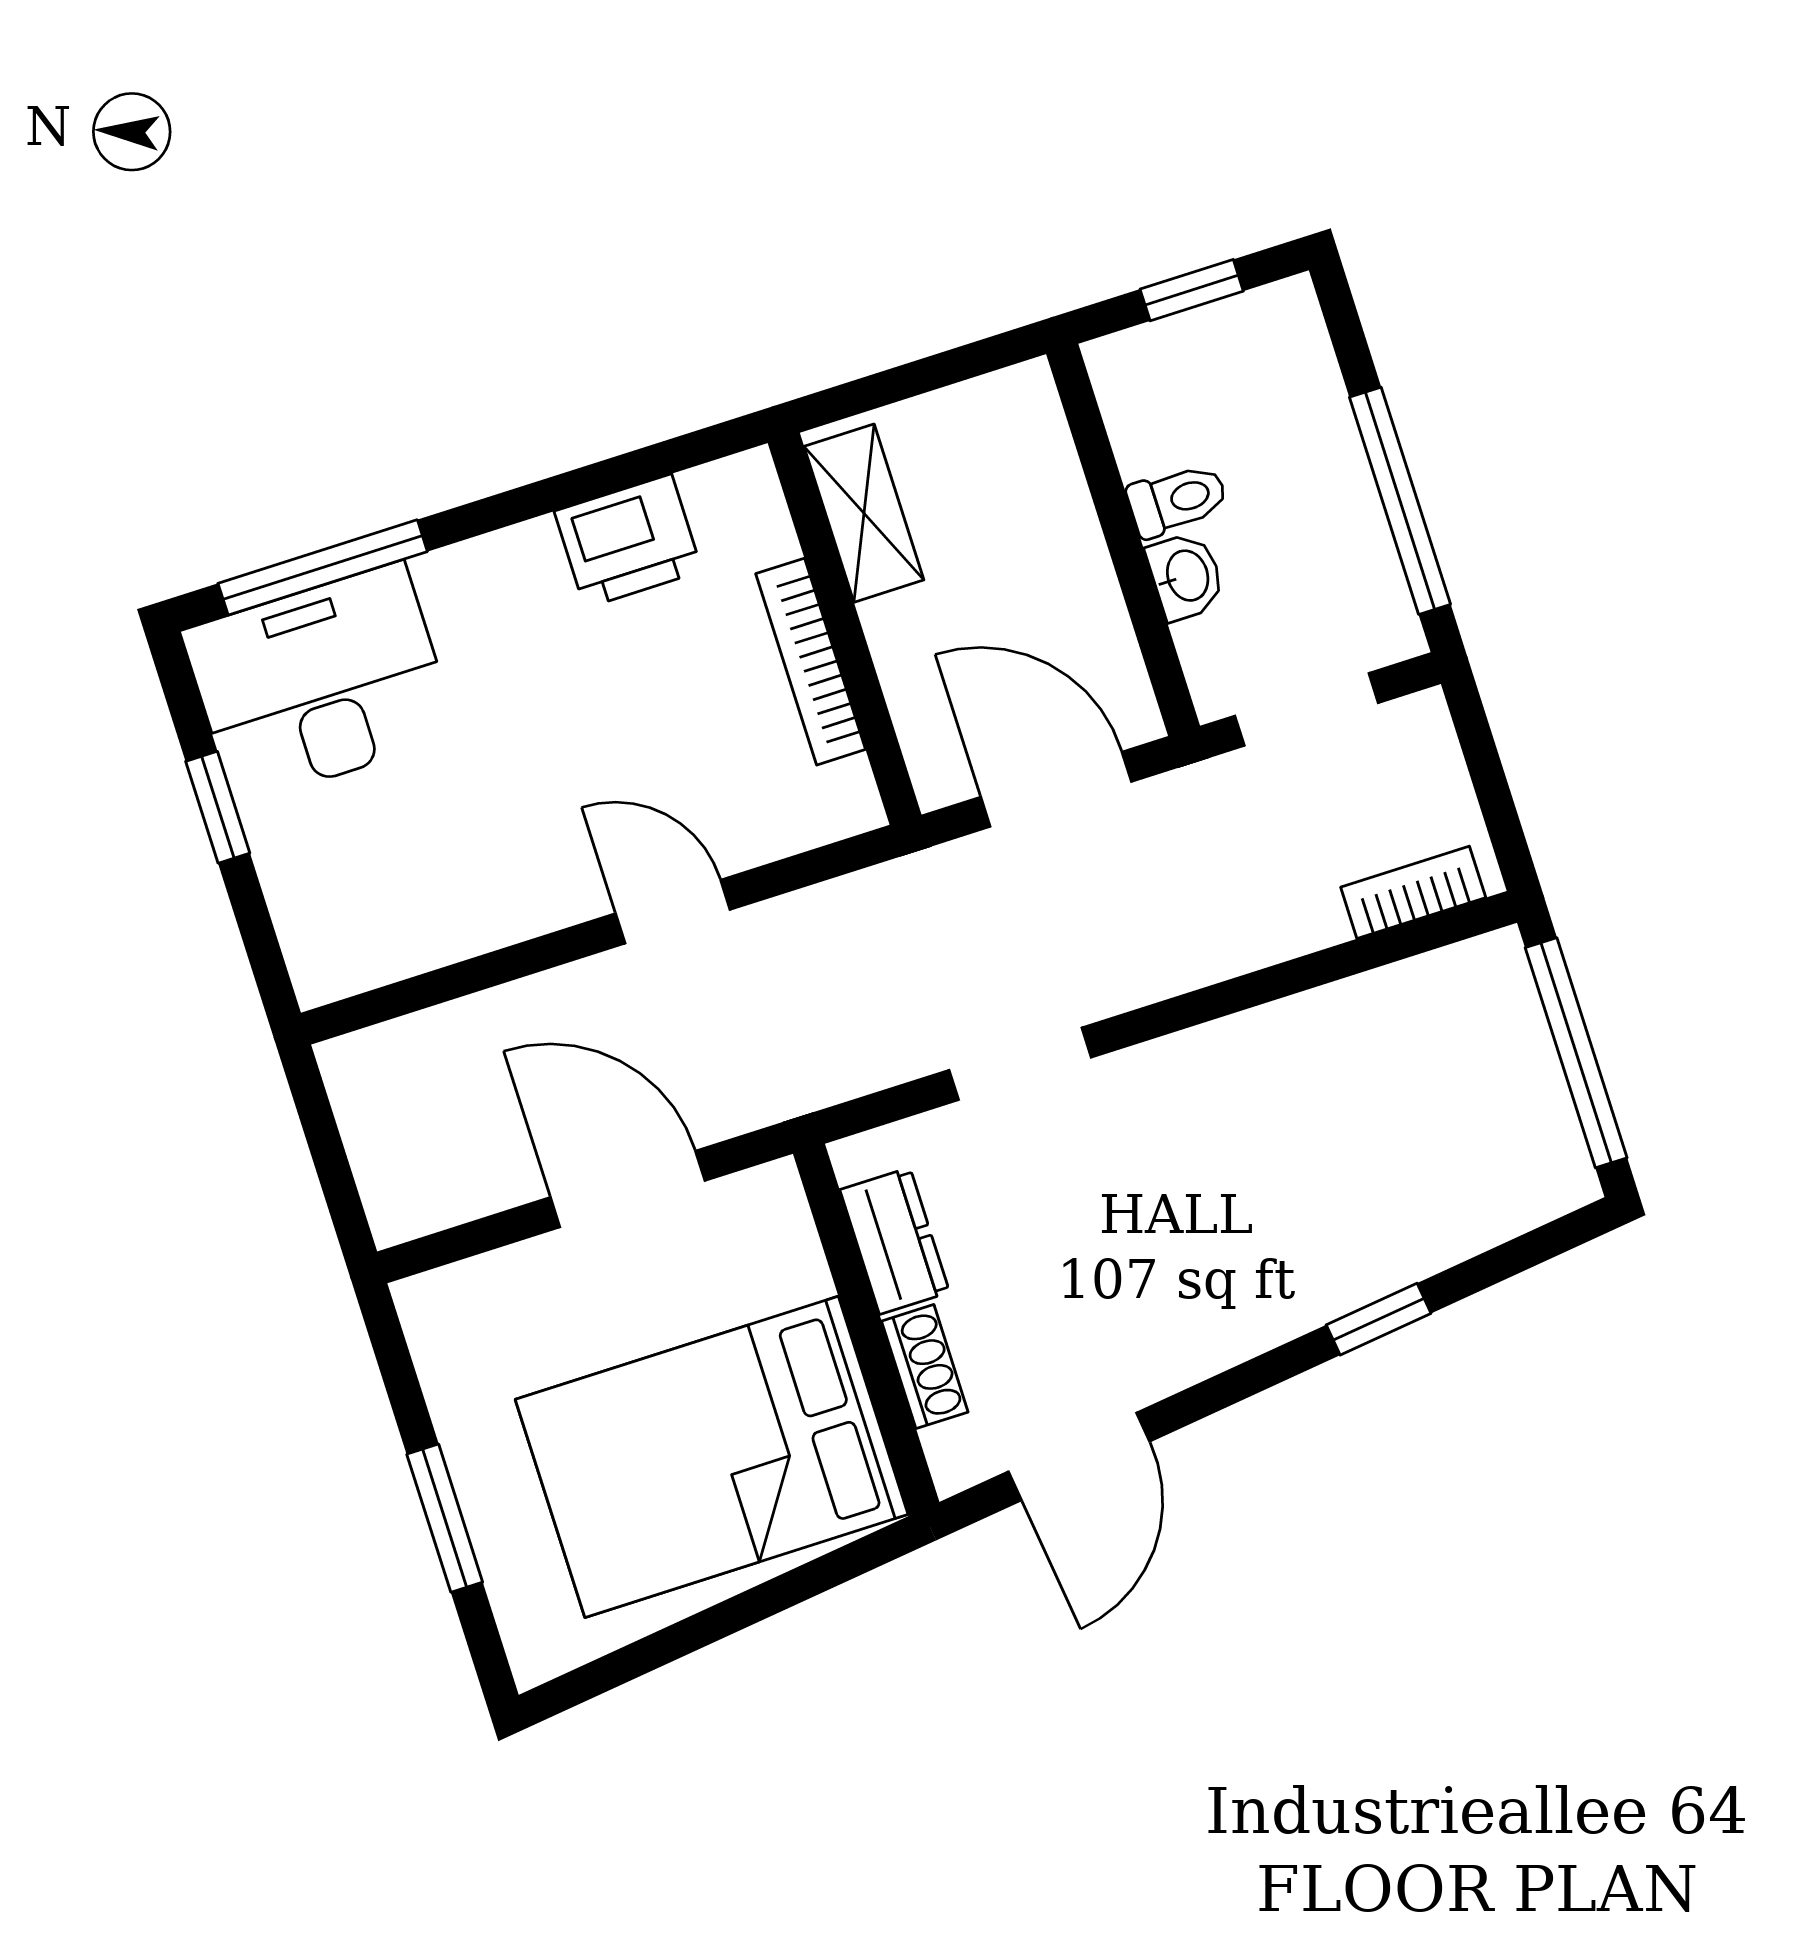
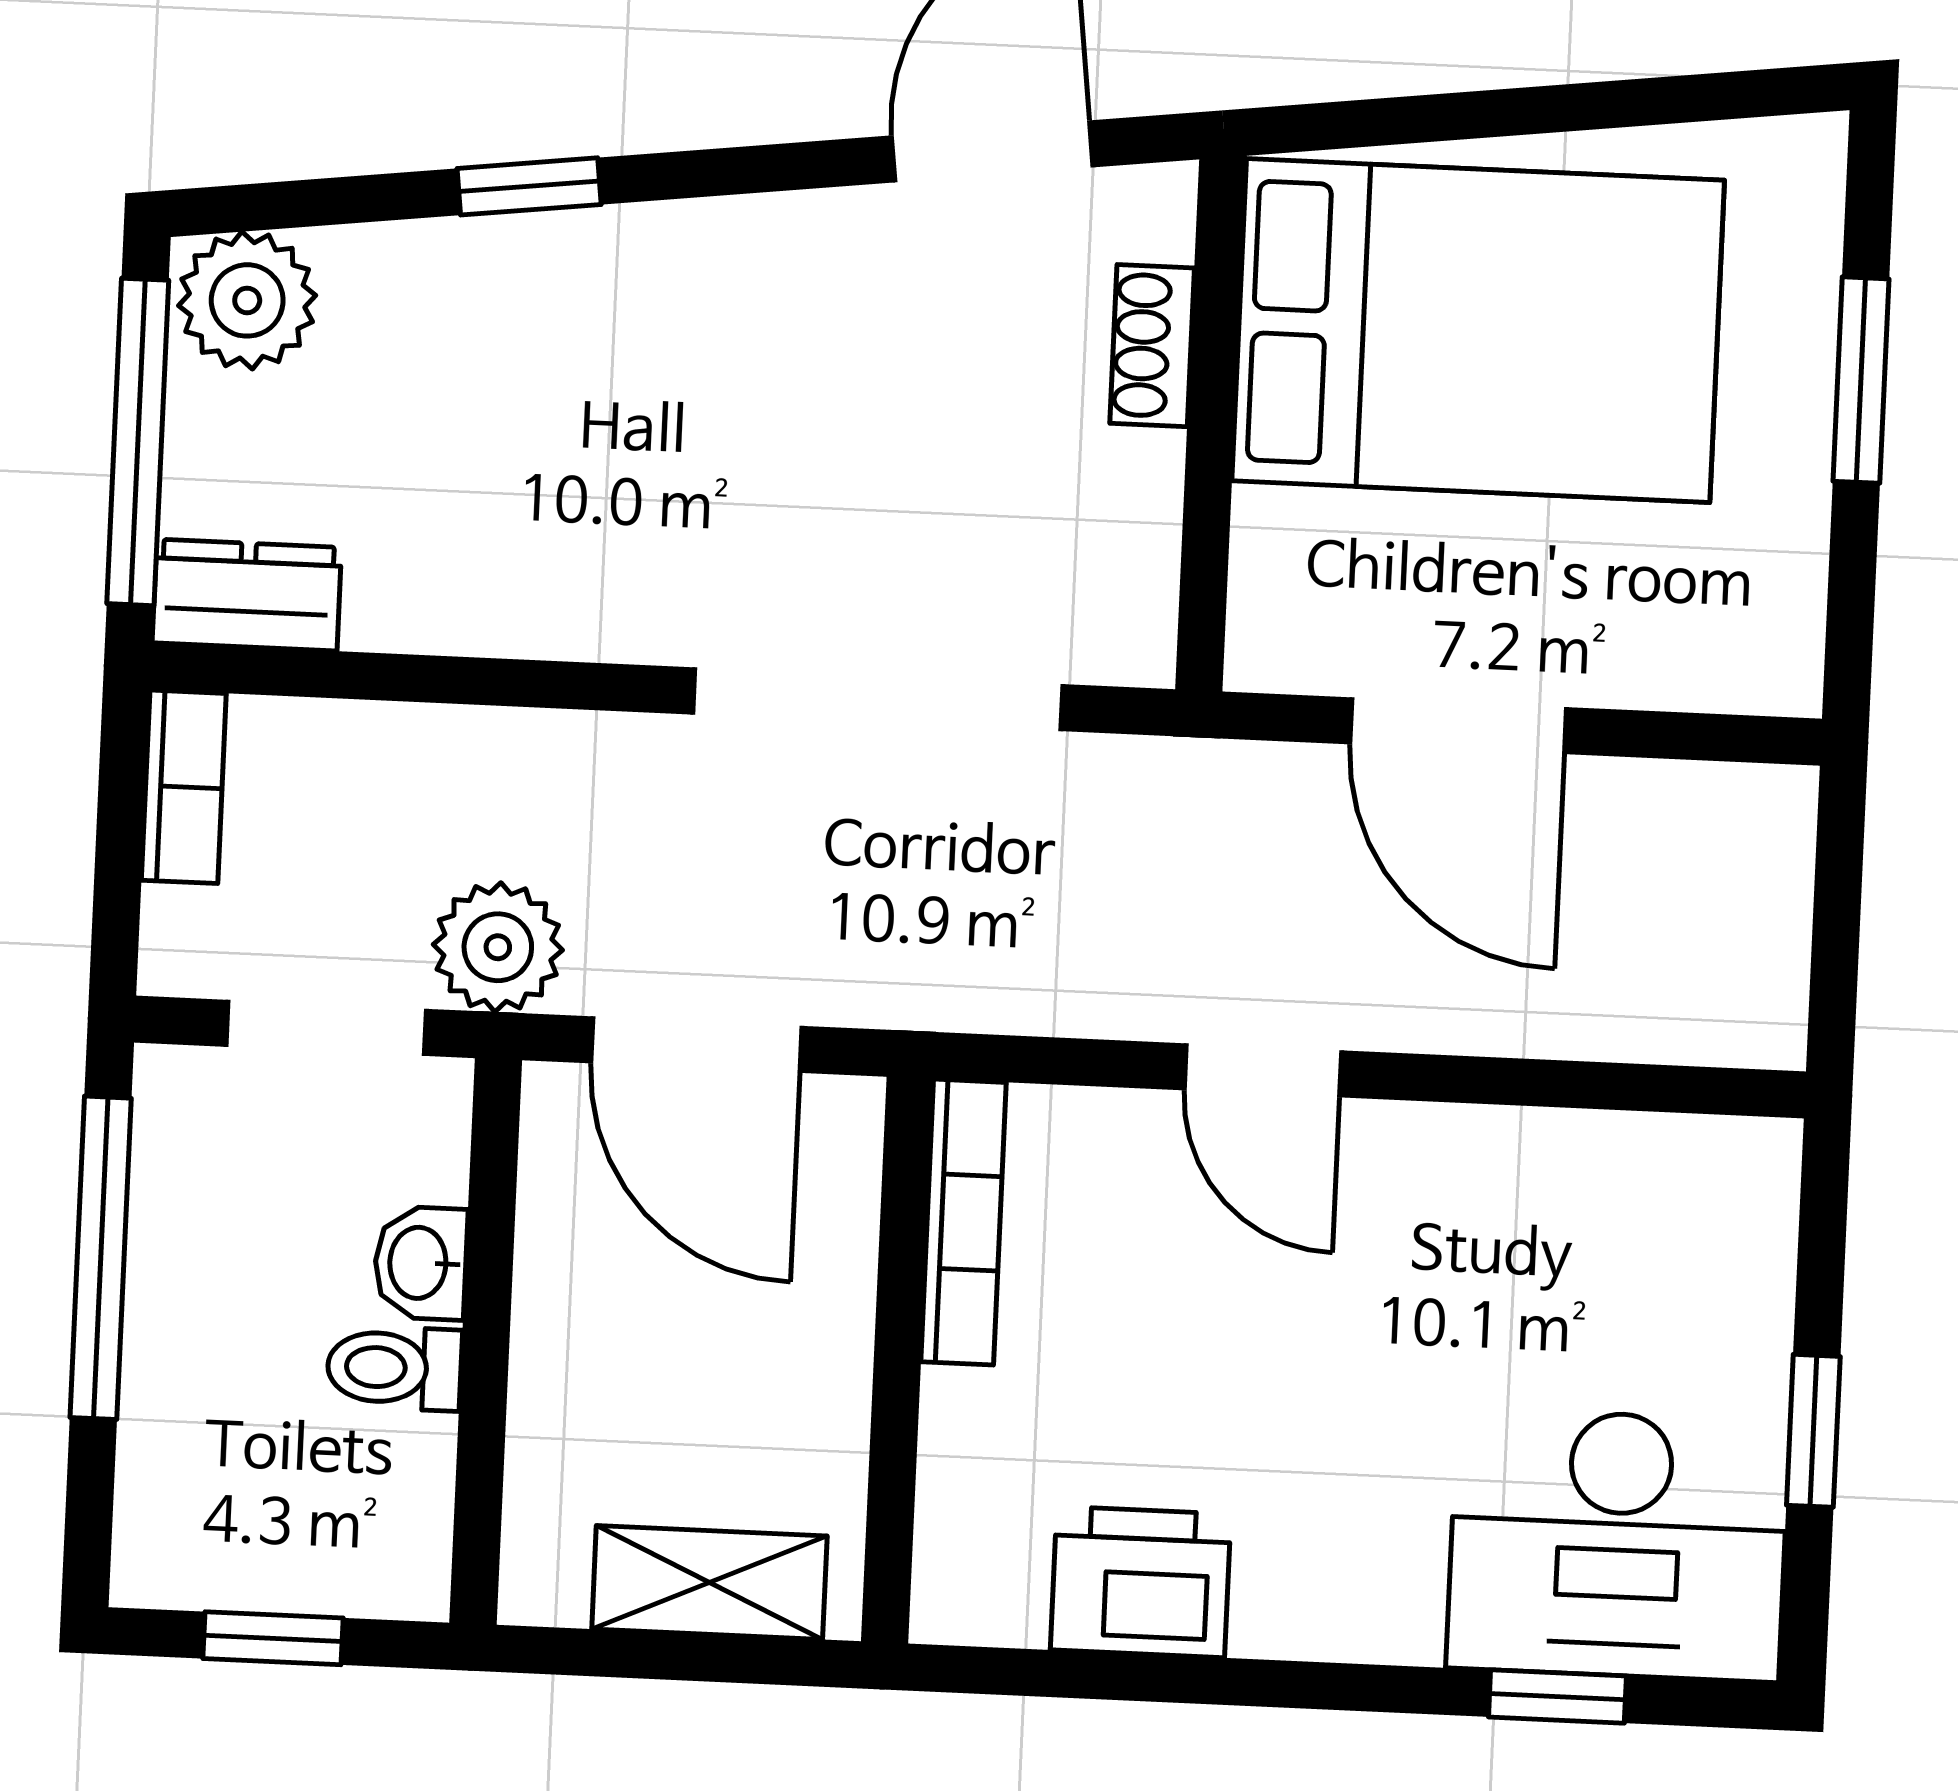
shelving: (864, 513) -> (709, 1582), moved, turned 90
window: (323, 567) -> (1557, 1697), width x0.46
bookcase: (811, 662) -> (963, 1222), moved
plant: (1212, 805) -> (498, 947), added
bookcase: (1413, 892) -> (184, 787), moved, turned -90
doorway: (1020, 1064) -> (878, 699), width x1.87
plant: (1538, 1174) -> (247, 300), added
dresser: (895, 1241) -> (247, 595), moved, turned 90

